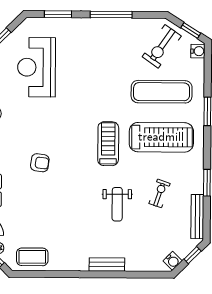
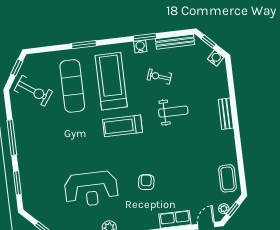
water cooler: (198, 51) -> (140, 46), moved
reception desk: (37, 67) -> (91, 189), moved

